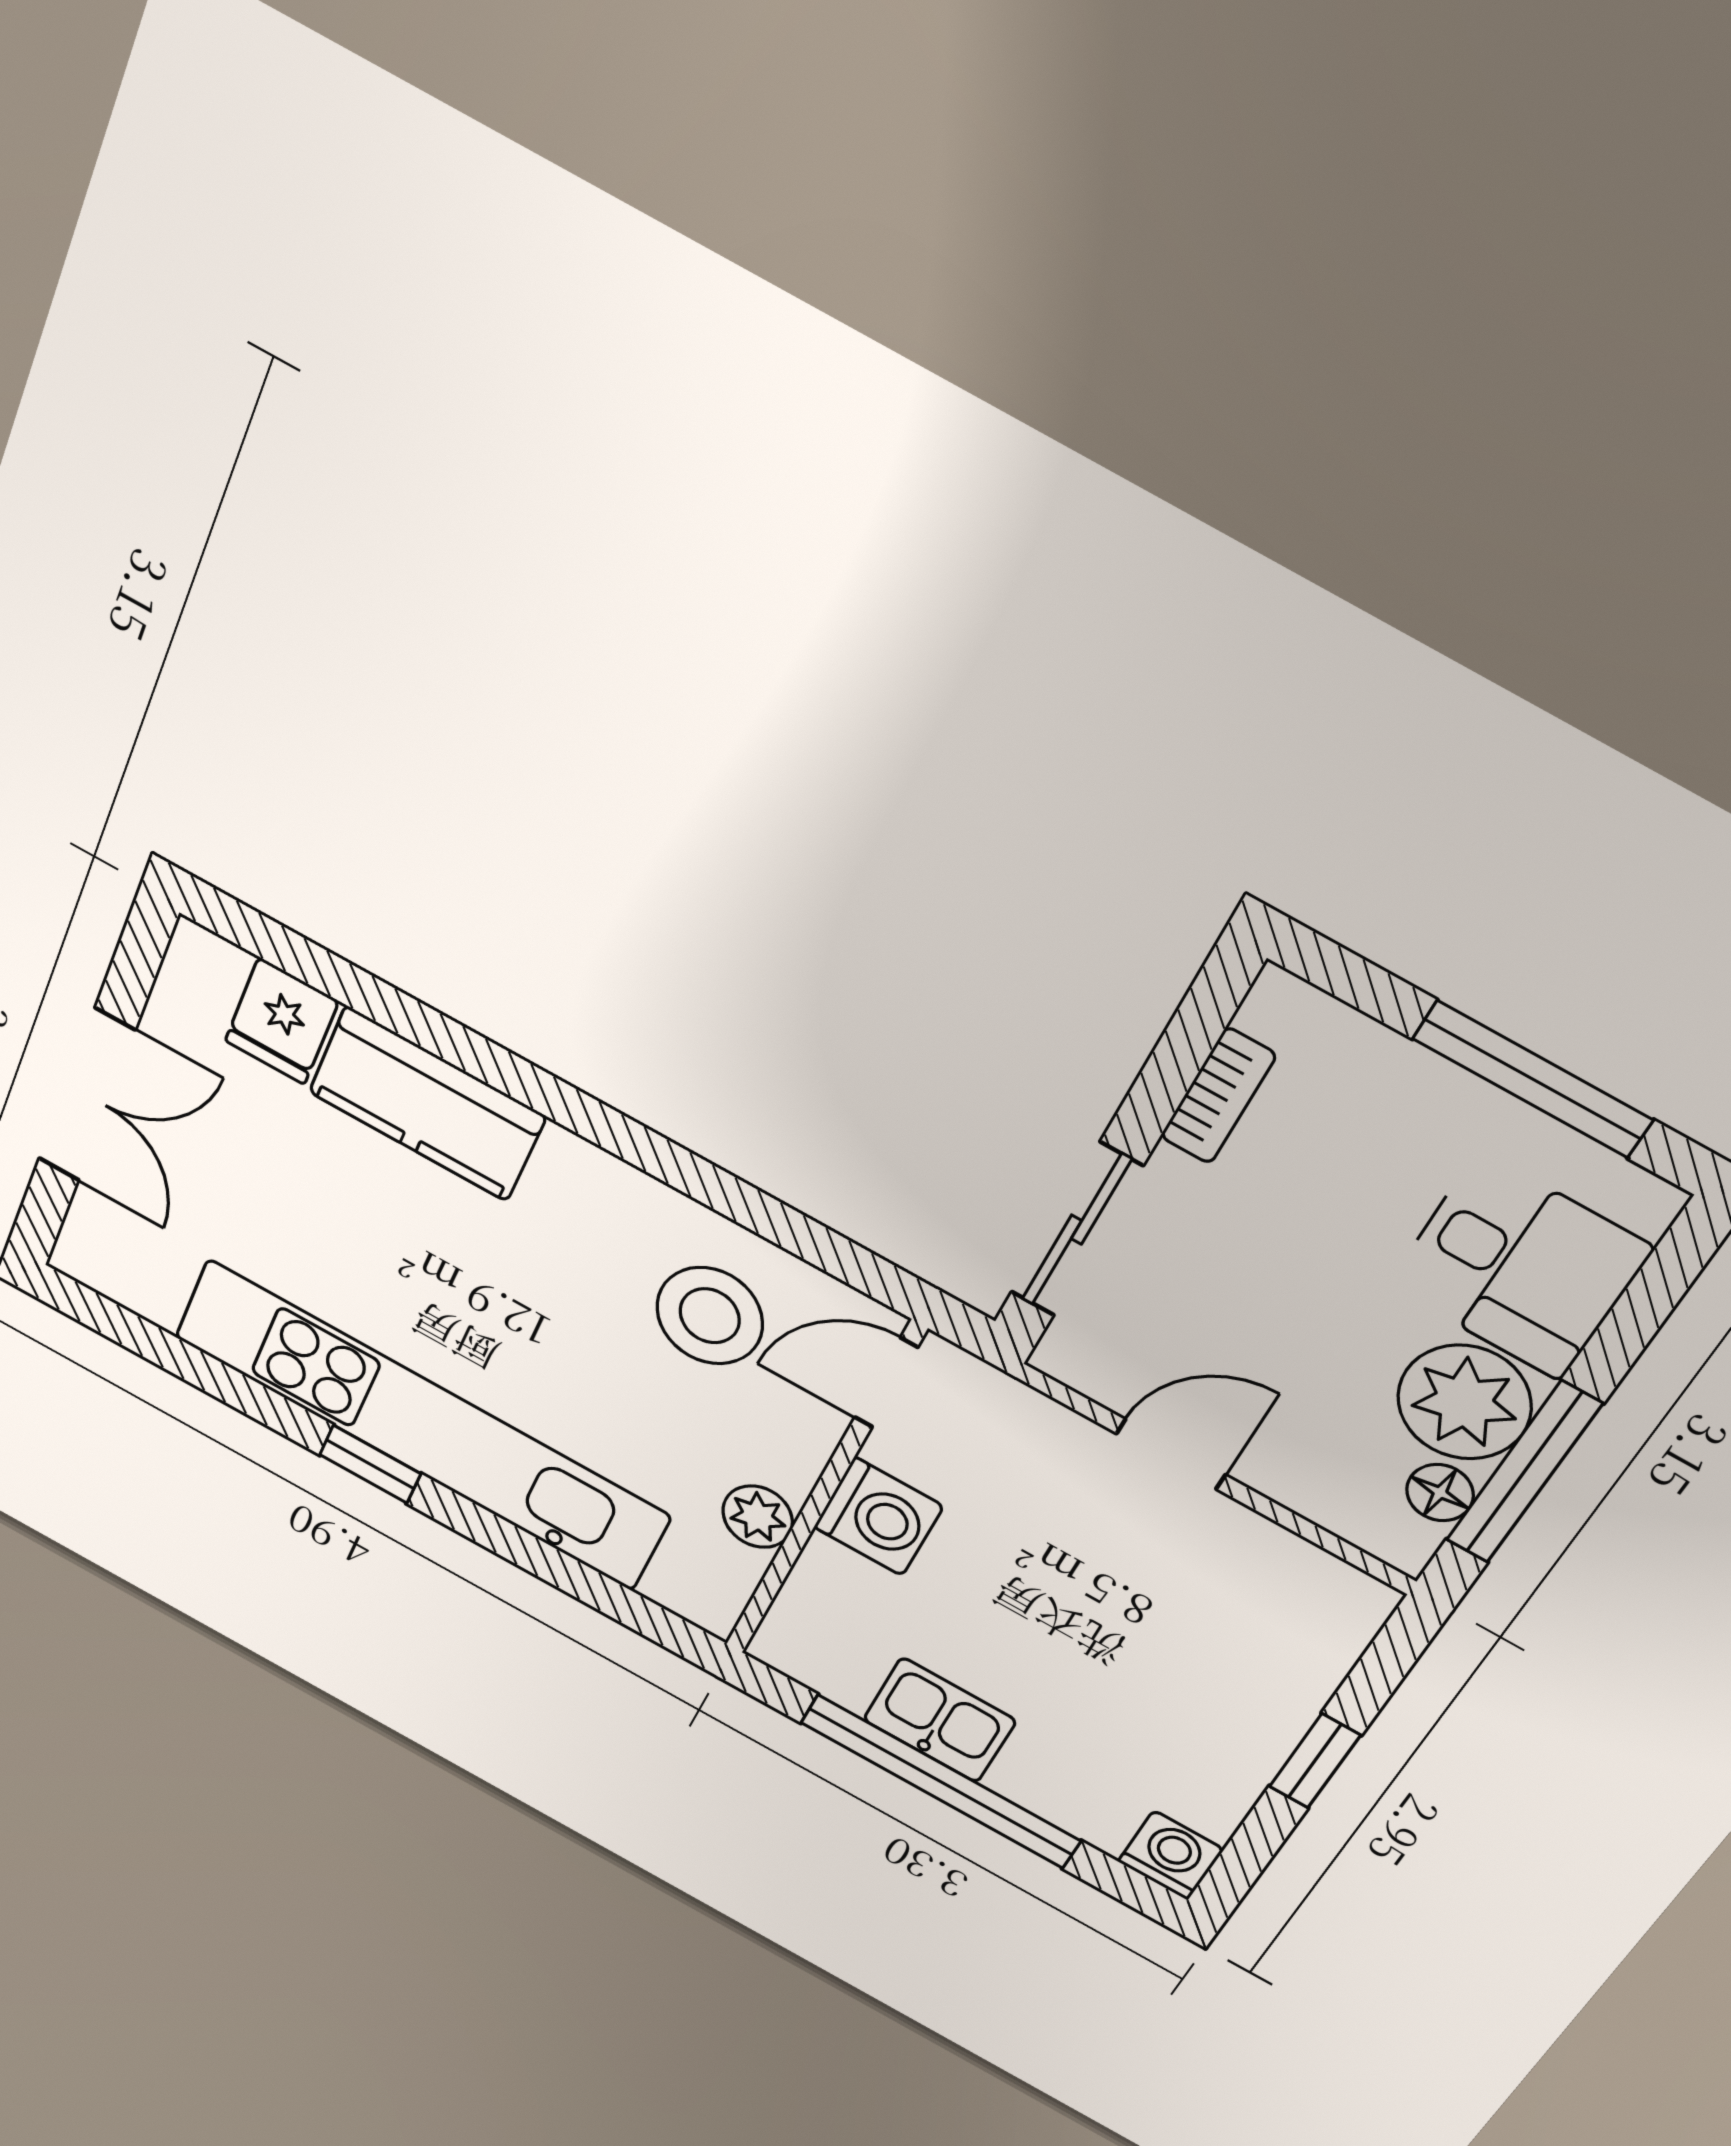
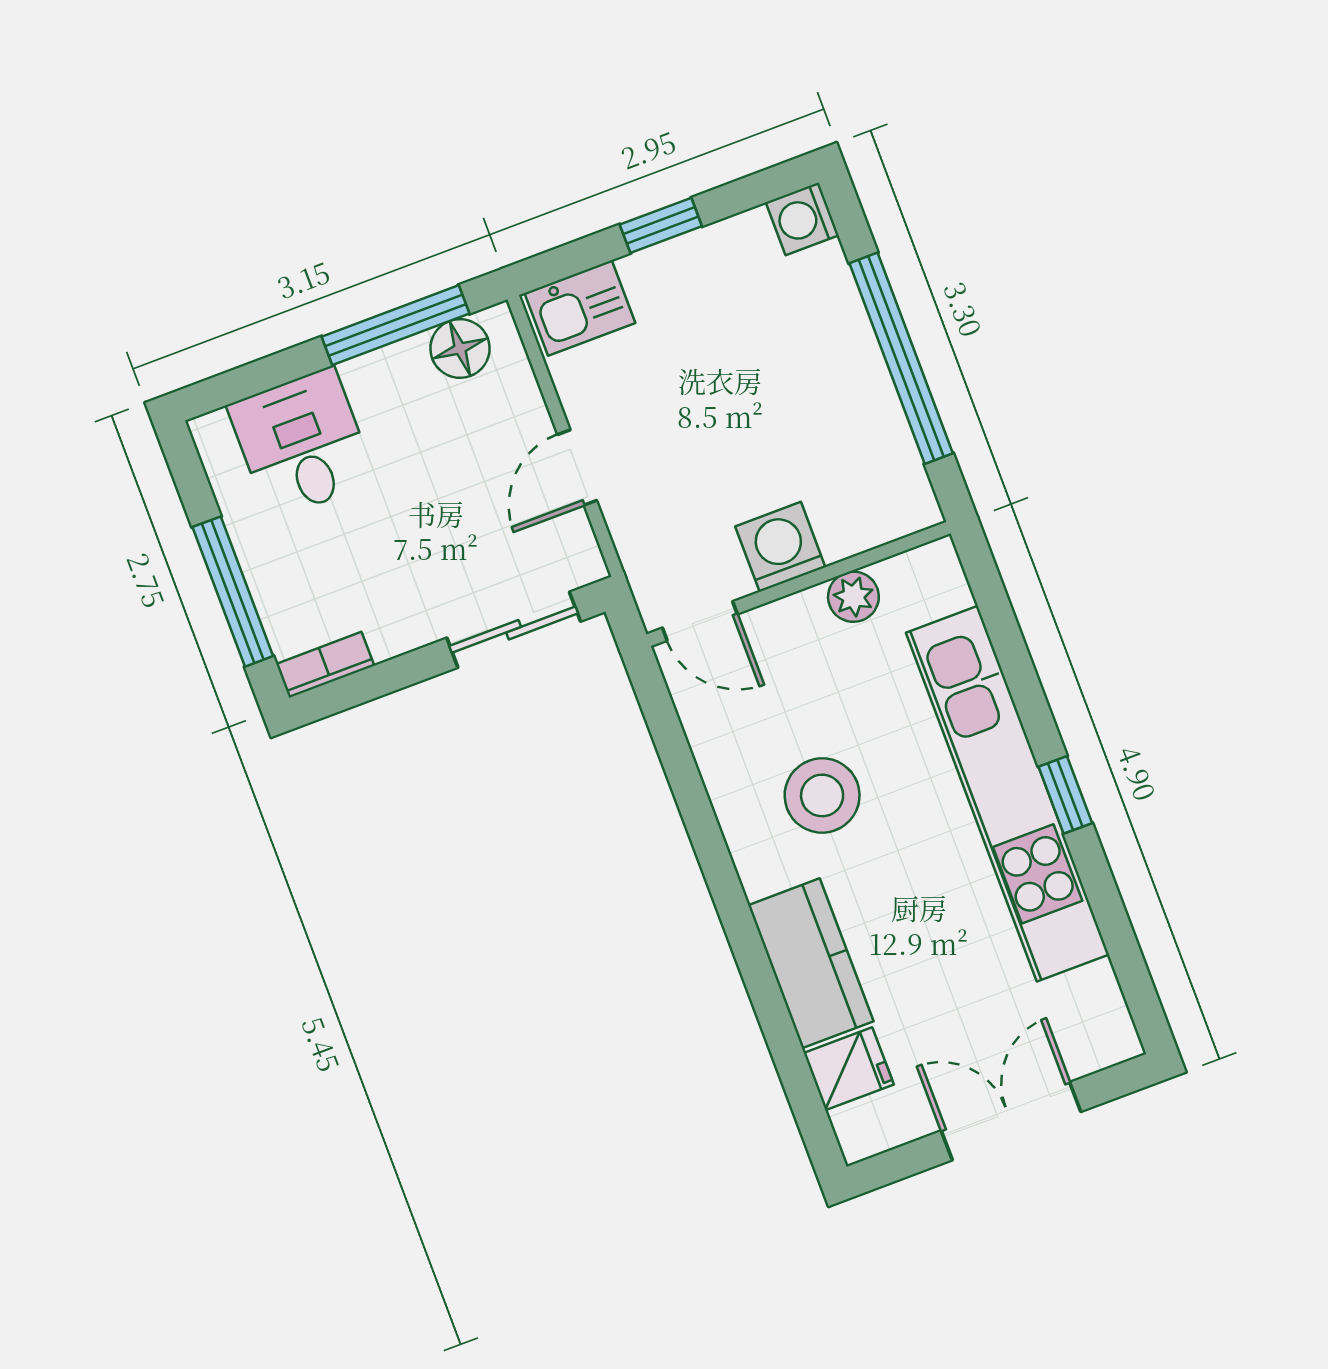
window: (1533, 1079) -> (233, 592), moved
bookcase: (1218, 1096) -> (325, 665), moved
stool: (710, 1316) -> (822, 795), moved
plant: (1464, 1402) -> (393, 387), removed
door: (1171, 1454) -> (577, 468), hinge flipped
floor lamp: (1440, 1493) -> (460, 348), width x1.37, depth x1.37
kitchen sink: (940, 1720) -> (580, 308), moved, turned -90

